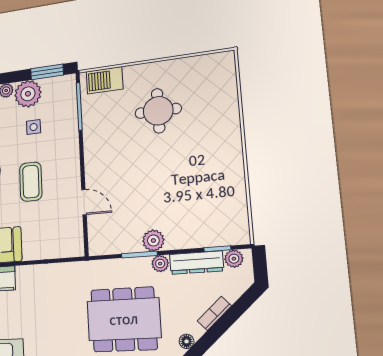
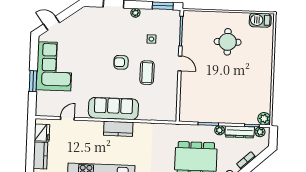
barbecue: (105, 80) -> (260, 20), moved
plant: (28, 94) -> (149, 17), removed
door: (84, 202) -> (180, 63), moved
plant: (153, 240) -> (264, 119), moved

